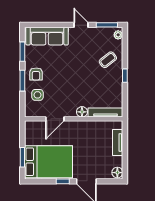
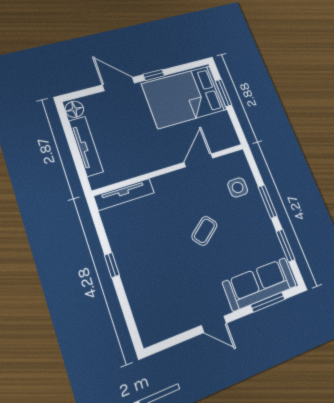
window: (107, 25) -> (268, 302), moved
plant: (118, 35) -> (147, 331), removed
coffee table: (108, 60) -> (204, 231), moved
armchair: (36, 74) -> (252, 218), removed
floor lamp: (82, 112) -> (162, 184), removed
tv unit: (118, 142) -> (86, 146), width x1.41

